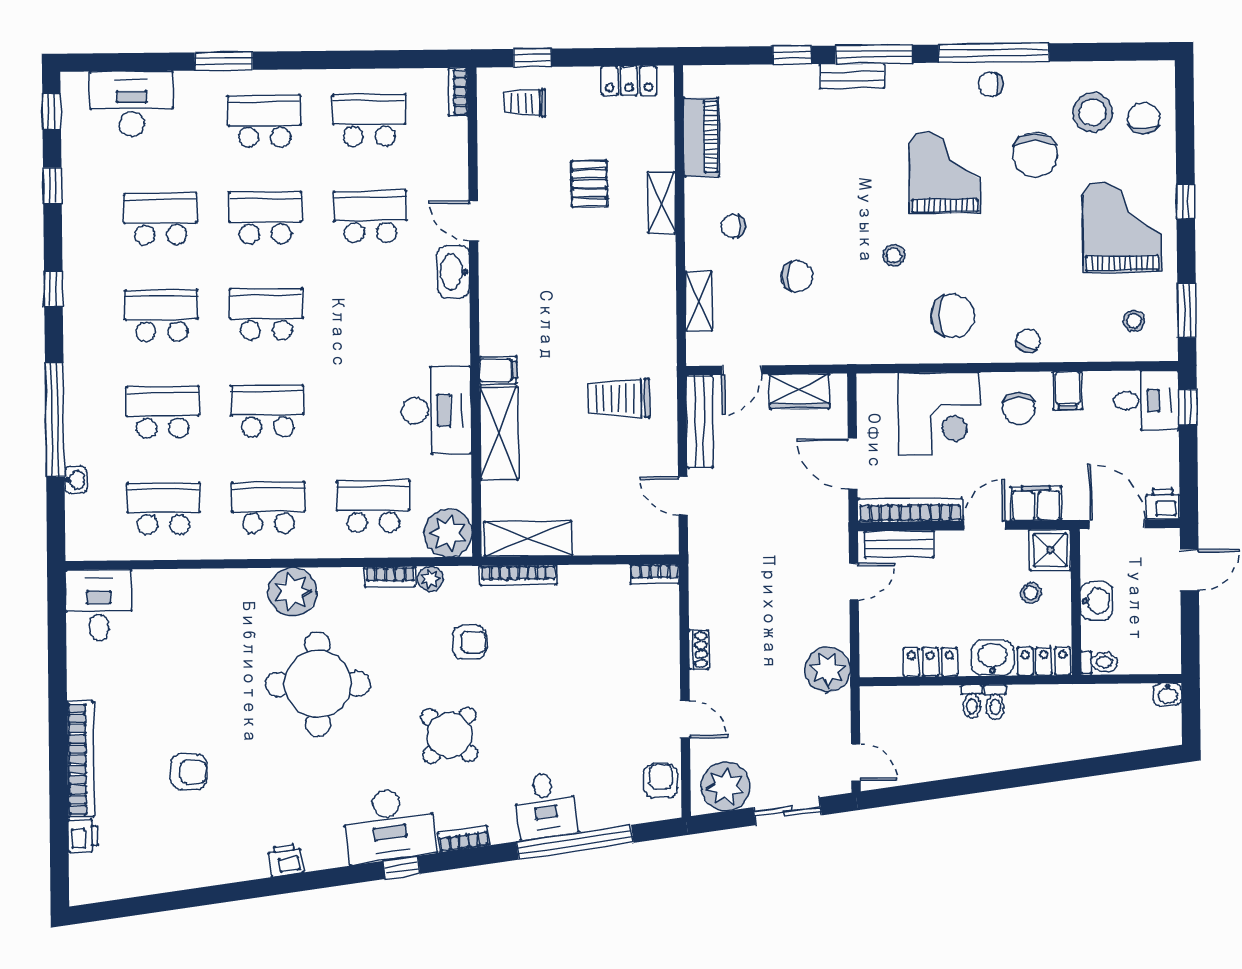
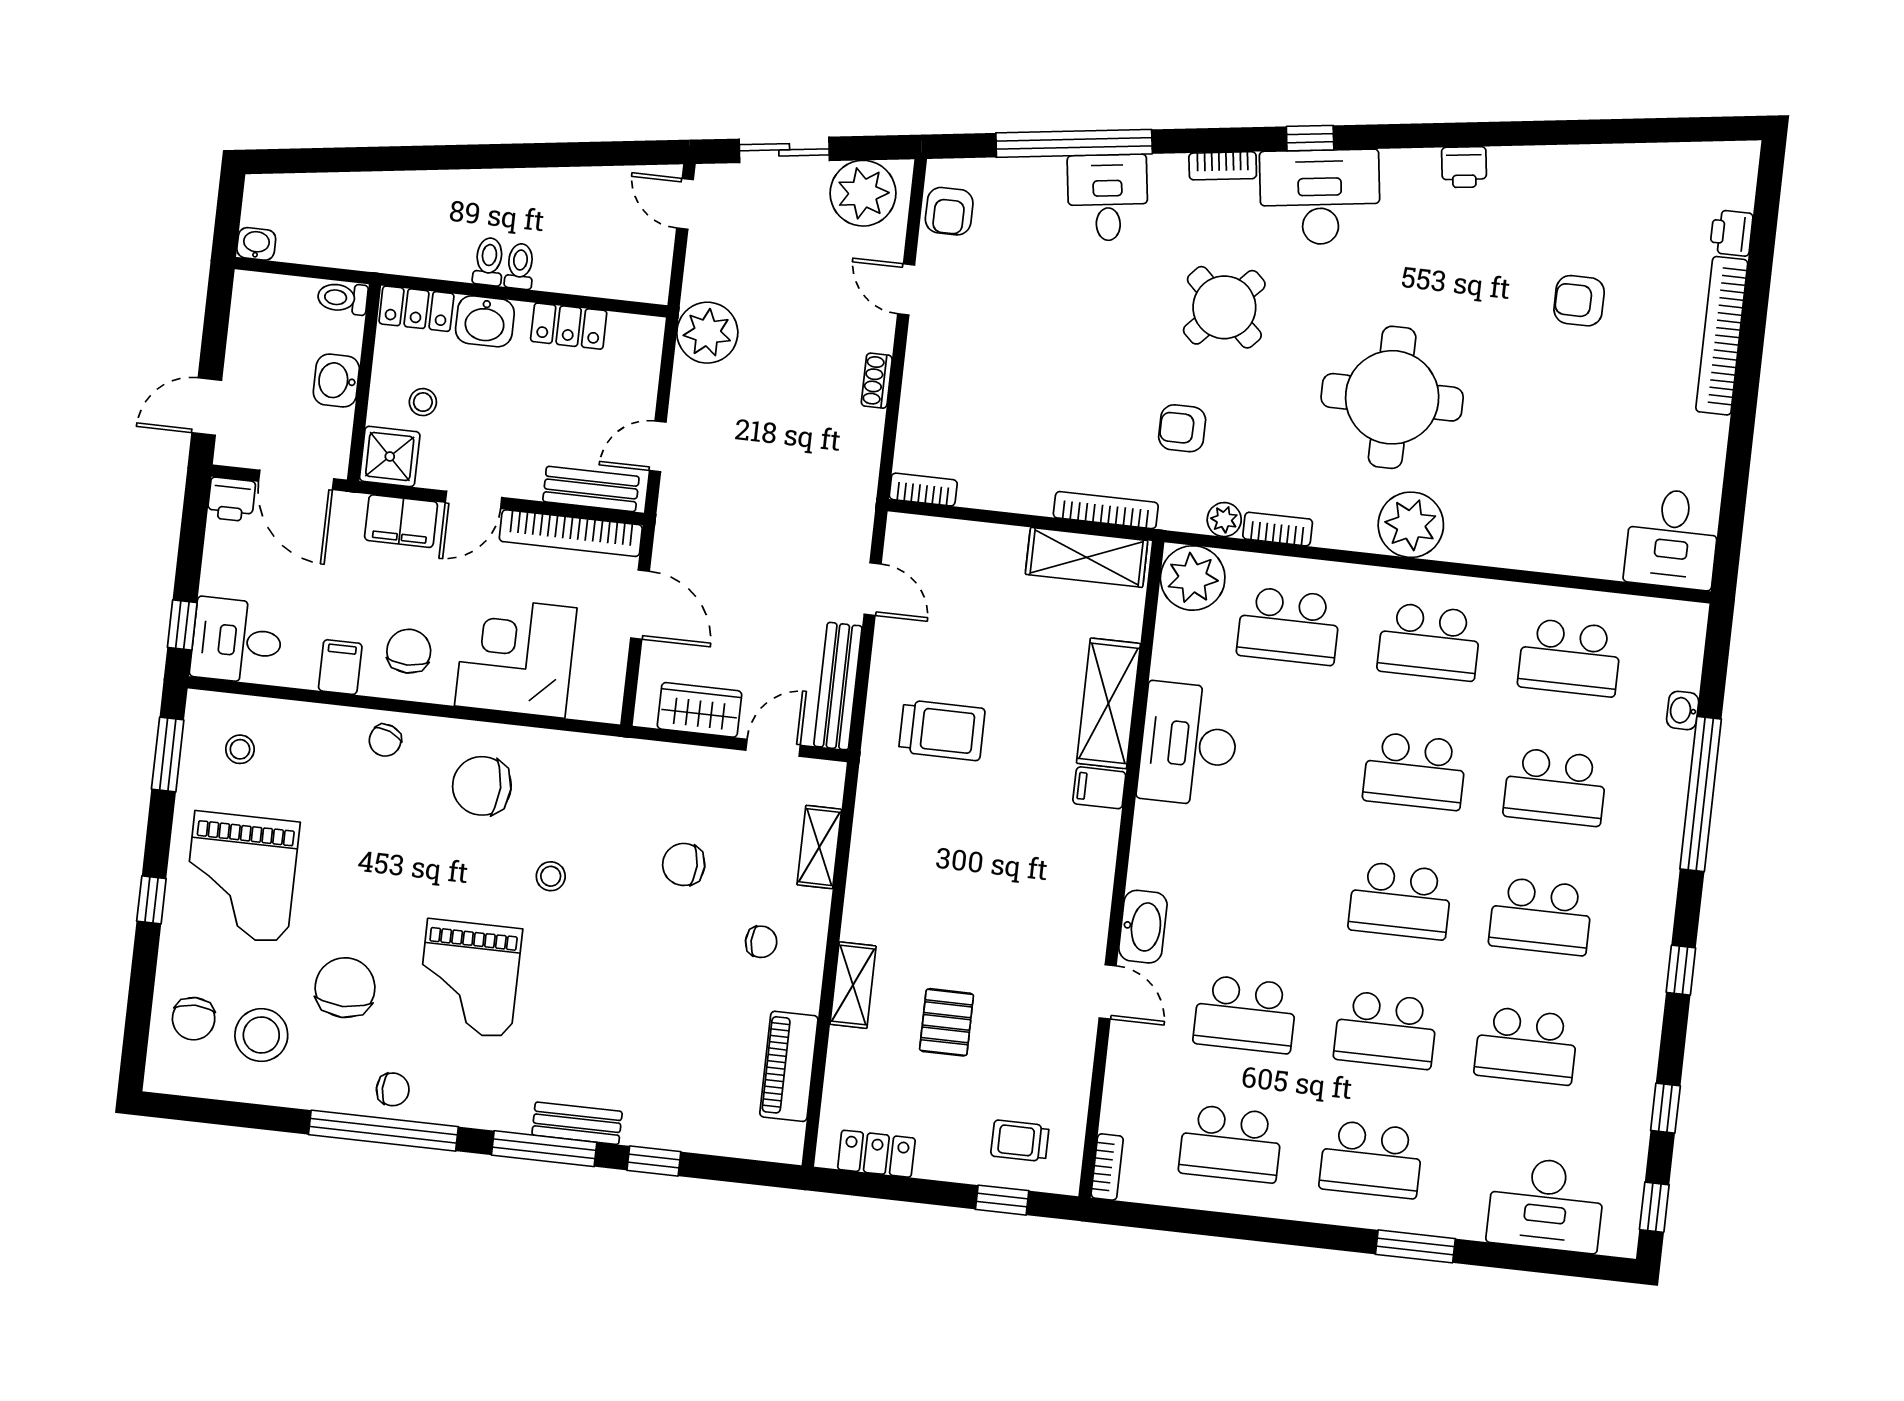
trolley: (525, 103) -> (1020, 1141), turned 180

